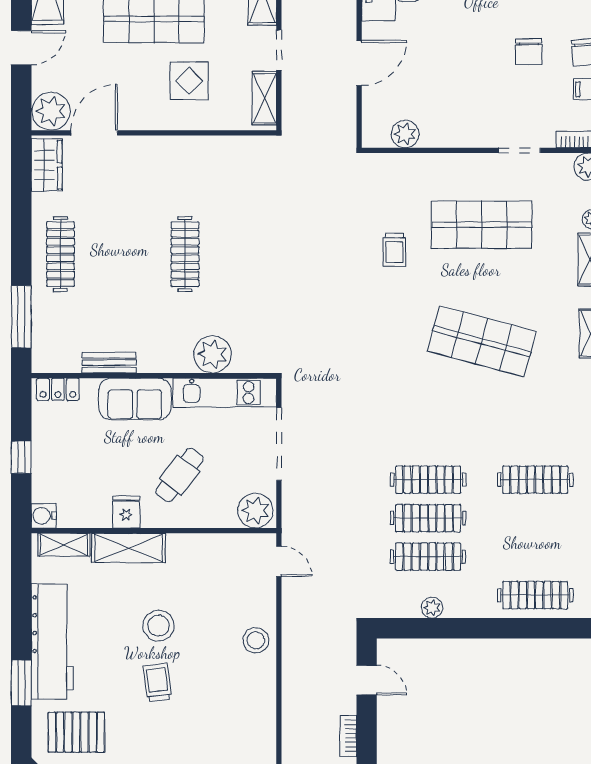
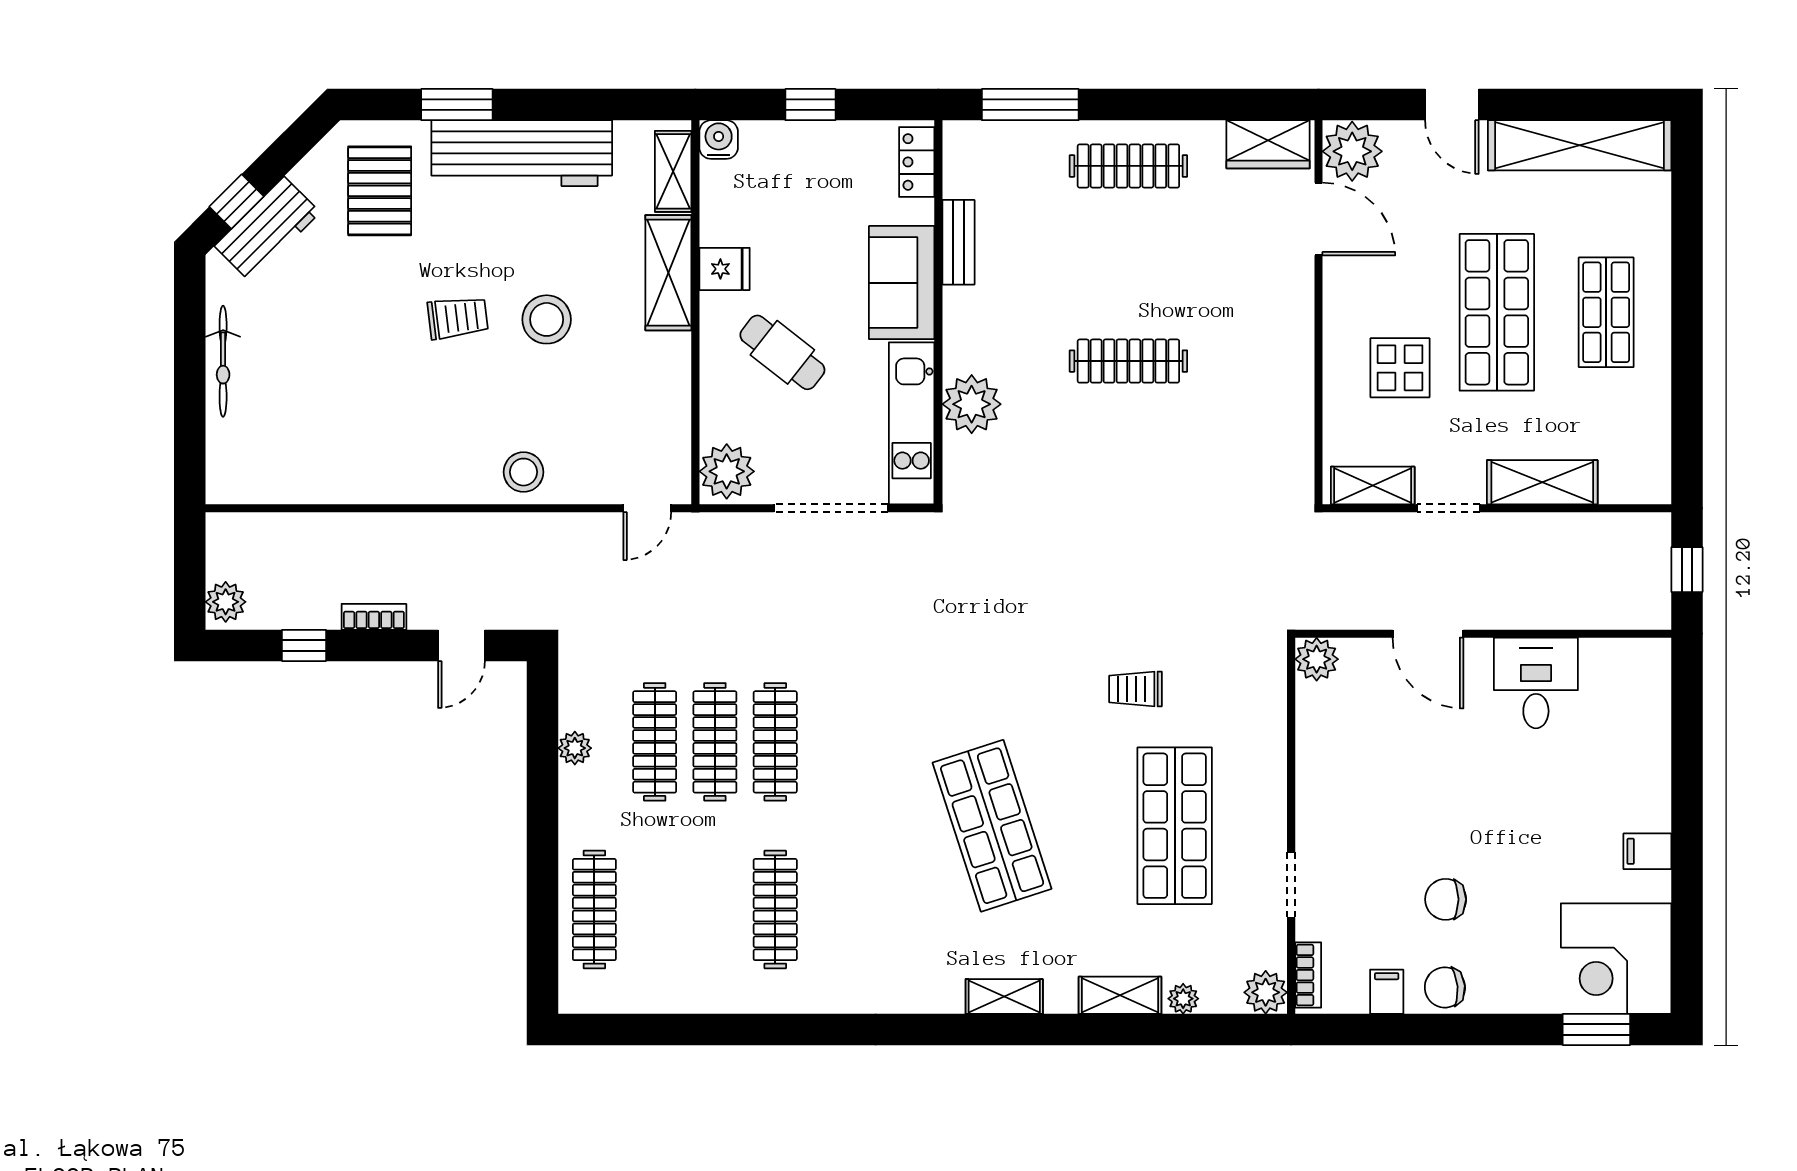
plant: (405, 134) -> (1317, 659), moved
shop shelf: (482, 341) -> (992, 826), turned -33

